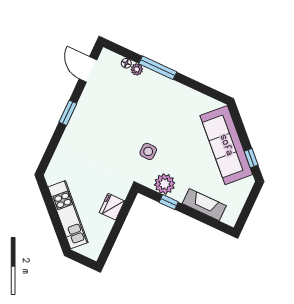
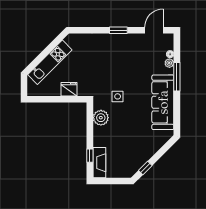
sofa: (226, 145) -> (163, 102), moved, turned -45
window: (169, 202) -> (90, 156), moved
fireplace: (204, 205) -> (99, 163), moved

